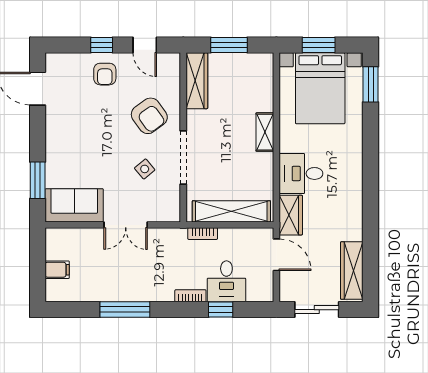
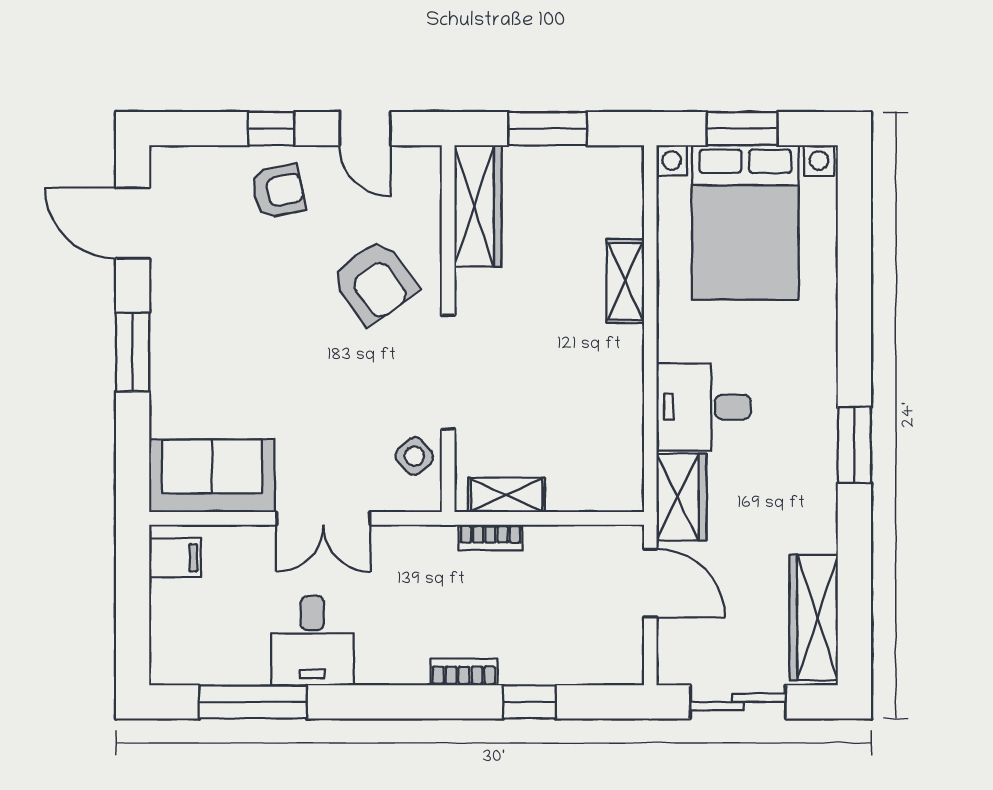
armchair: (105, 74) -> (278, 191), turned -102
window: (371, 84) -> (854, 445), moved
shelving: (265, 132) -> (625, 281), moved
side table: (145, 169) -> (414, 456), moved
window: (38, 180) -> (133, 352), moved
shelving: (231, 211) -> (506, 495), width x0.45, depth x0.75
filing cabinet: (57, 270) -> (175, 558), moved
desk: (226, 281) -> (312, 641), moved
window: (125, 310) -> (253, 702), moved

